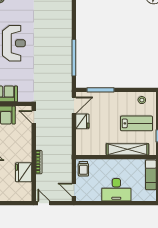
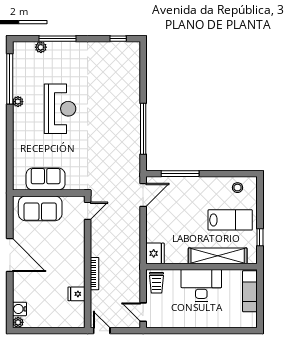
door: (34, 117) -> (88, 211), swing flipped
fridge: (82, 121) -> (155, 253), moved
fridge: (24, 172) -> (76, 294), width x0.53, depth x0.75
desk: (116, 190) -> (201, 285), moved, turned 180

